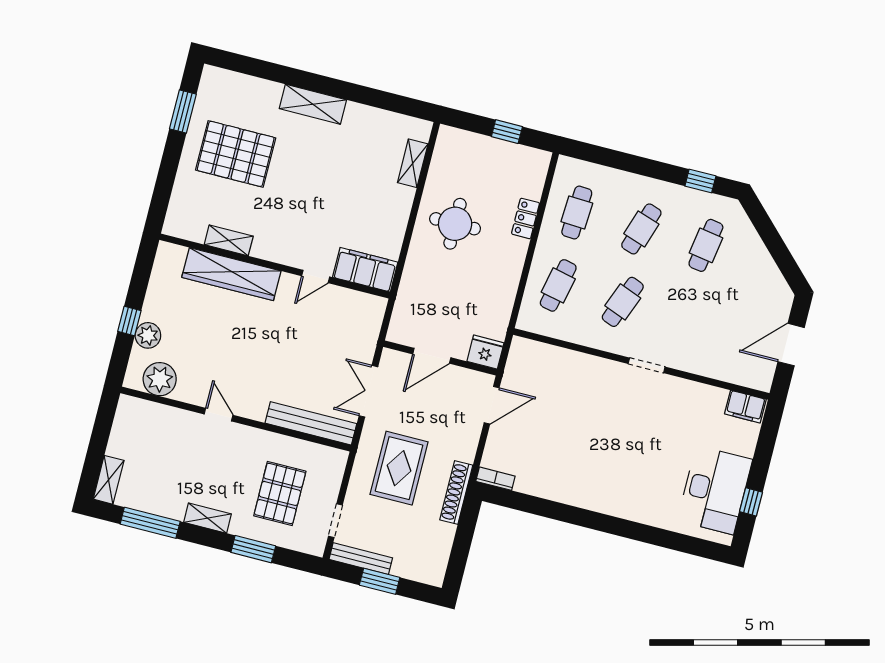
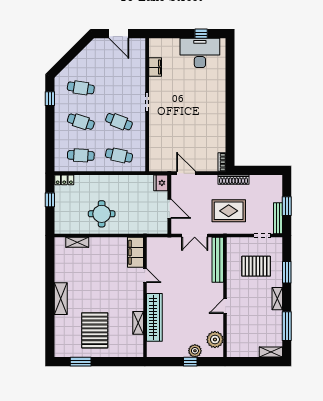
locker: (526, 218) -> (64, 180), moved
filing cabinet: (745, 407) -> (155, 67), moved

